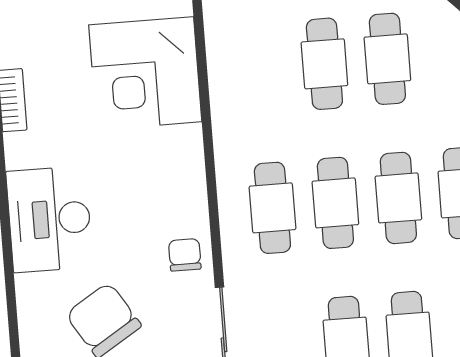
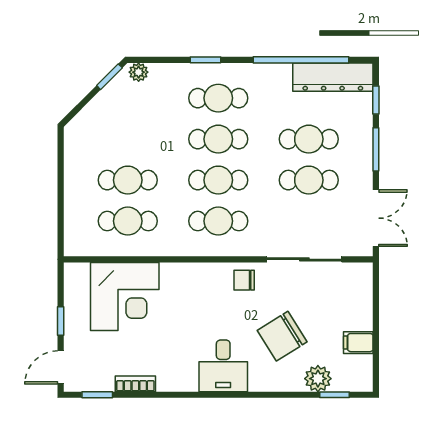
cafe table: (387, 59) -> (128, 221), moved
desk: (49, 219) -> (223, 366), width x0.73

